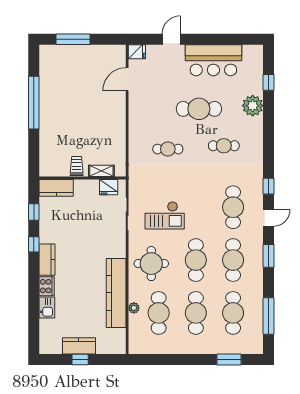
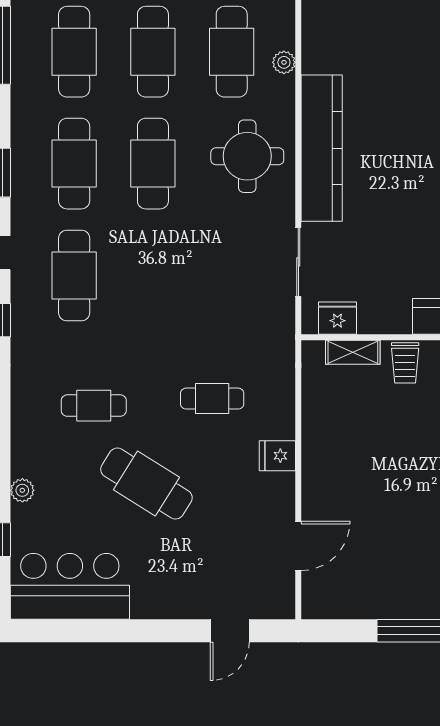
door: (171, 39) -> (230, 631), moved
fridge: (137, 52) -> (277, 456), moved
bar counter: (213, 60) -> (70, 586), moved
plant: (253, 106) -> (22, 490), width x0.53, depth x0.53
cafe table: (199, 109) -> (146, 484), turned 32
checkout: (165, 215) -> (219, 258), removed
kitchen counter: (116, 293) -> (322, 148), moved

